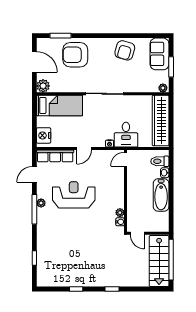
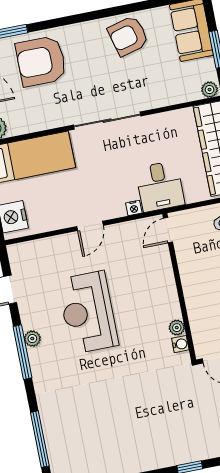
armchair: (125, 50) -> (128, 36), turned 59
row of seats: (55, 156) -> (41, 249), removed
reception desk: (74, 195) -> (88, 312), turned -90
window: (34, 258) -> (40, 439), width x2.17

